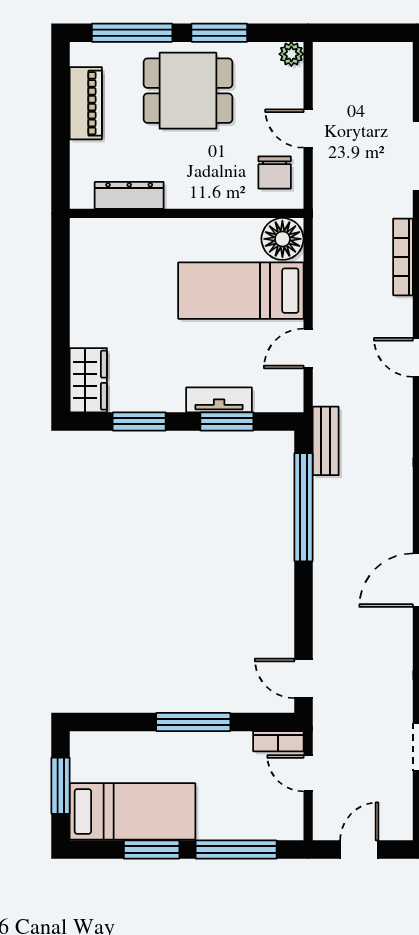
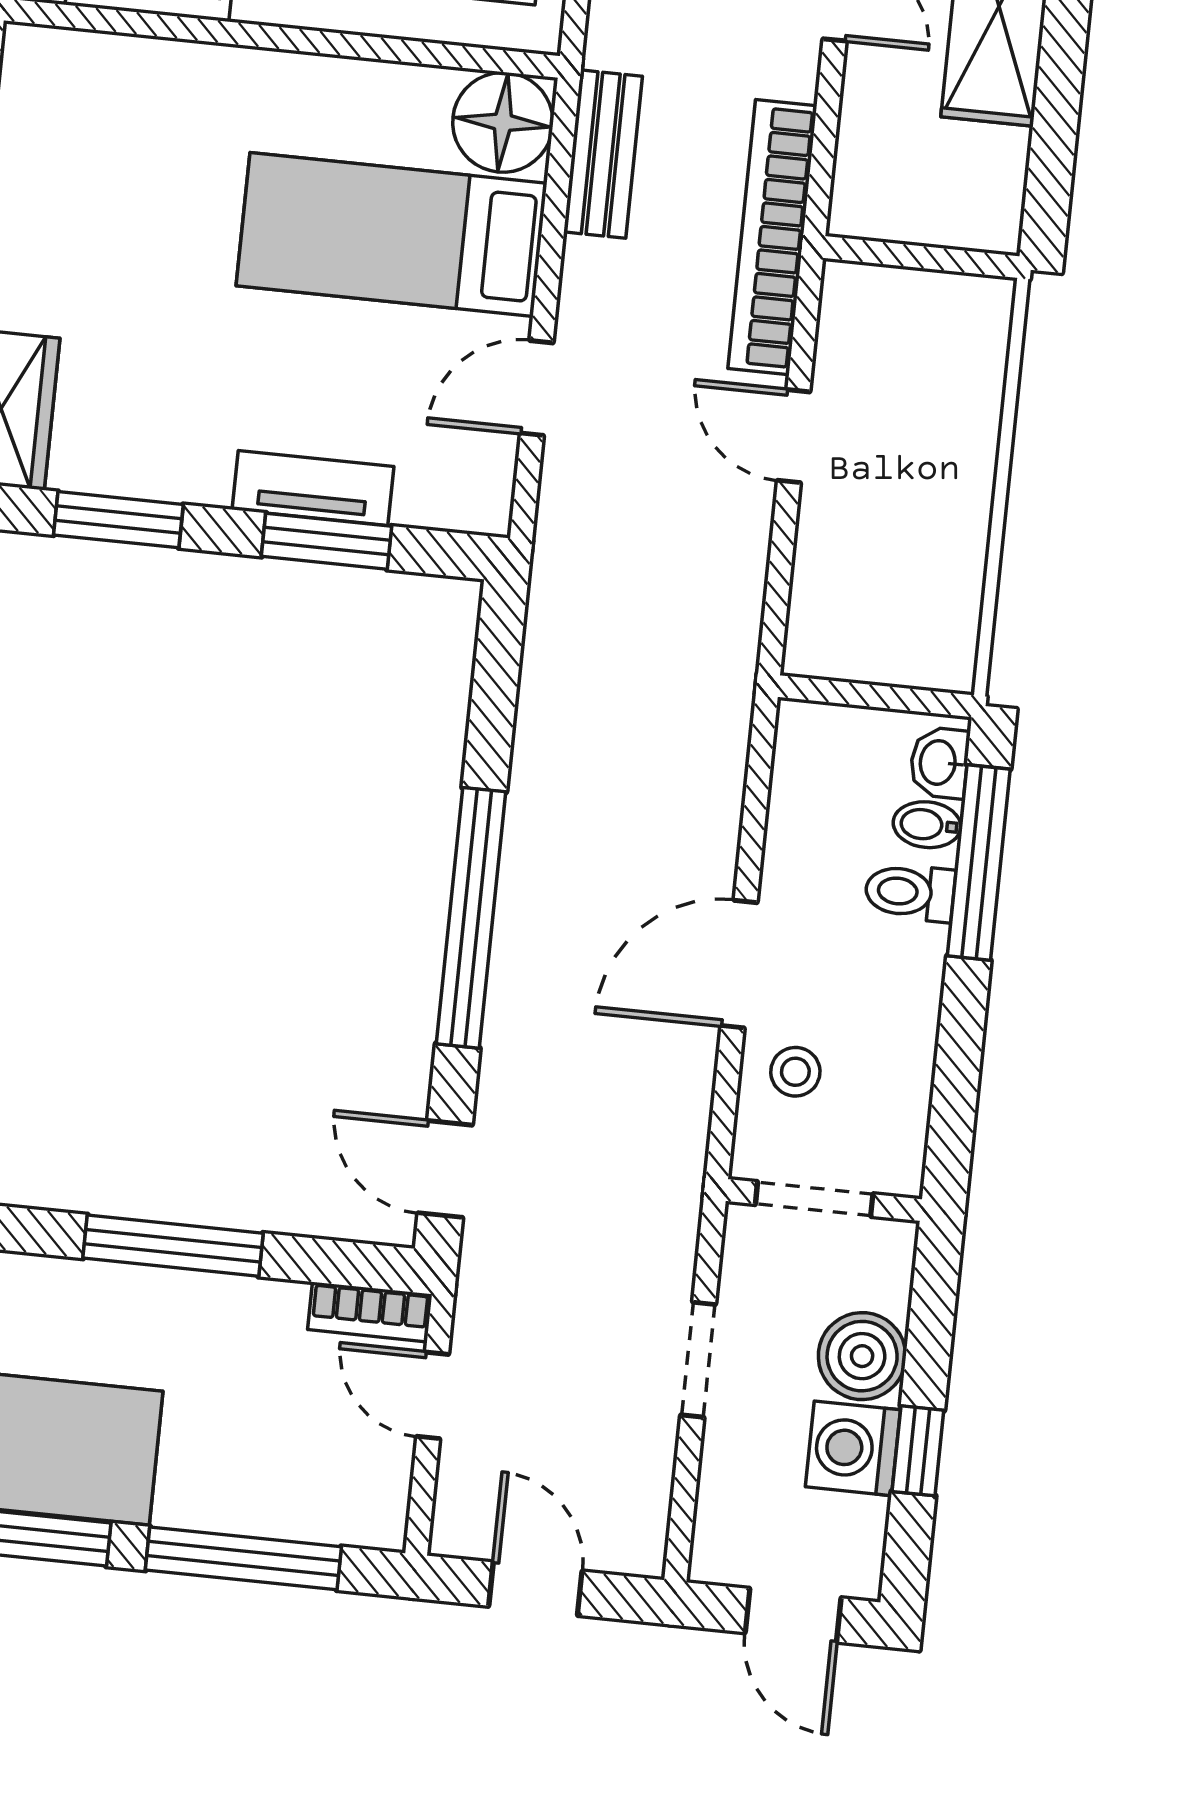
bookcase: (403, 257) -> (772, 237), width x1.48, depth x1.31
bench: (326, 441) -> (603, 154), moved
window: (304, 507) -> (471, 918), moved
door: (359, 850) -> (535, 1589), hinge flipped

